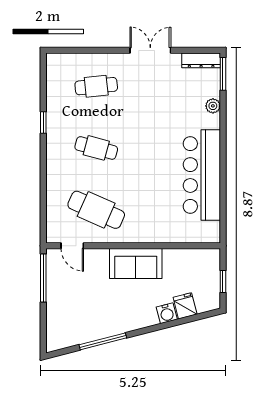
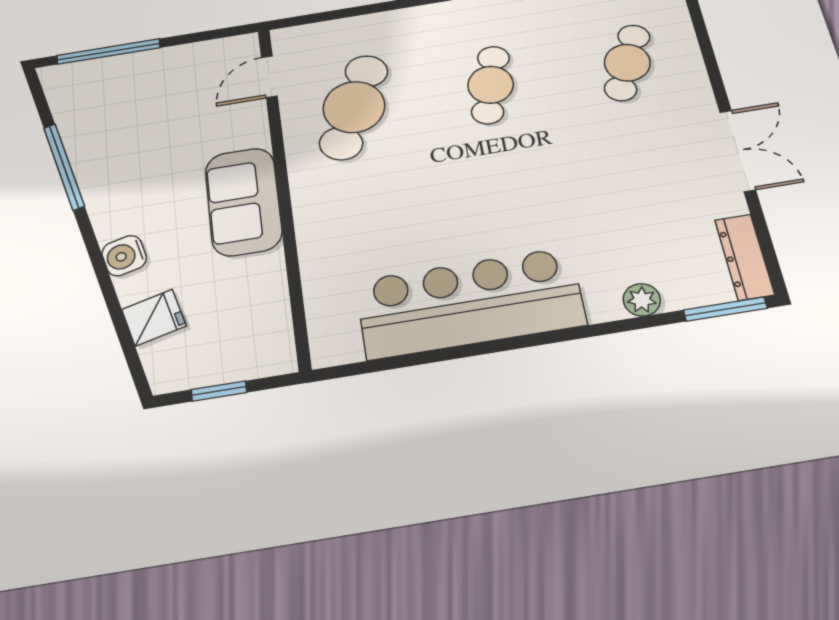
cafe table: (96, 86) -> (627, 63), turned 30
window: (43, 278) -> (108, 52), moved
water cooler: (167, 313) -> (124, 256), moved

